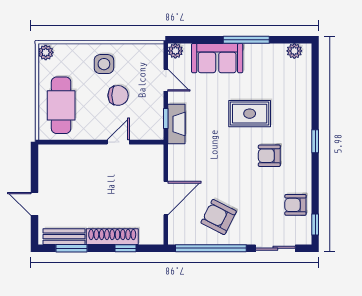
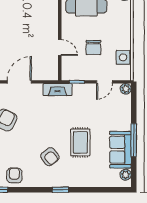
sofa: (217, 58) -> (120, 150), moved
side table: (104, 64) -> (123, 57), moved
fireplace: (176, 124) -> (58, 90), moved
armchair: (269, 156) -> (50, 157), turned 142
door: (166, 198) -> (19, 82), swing flipped

